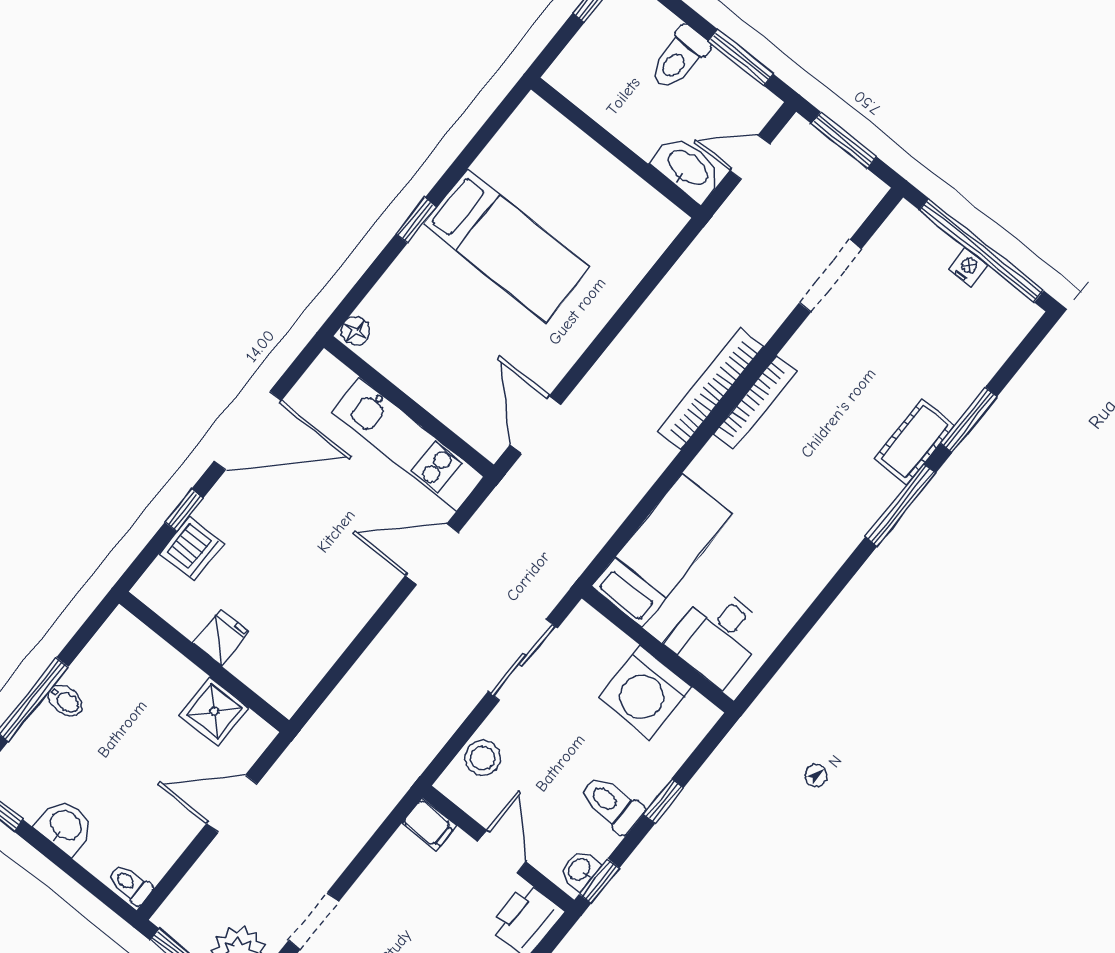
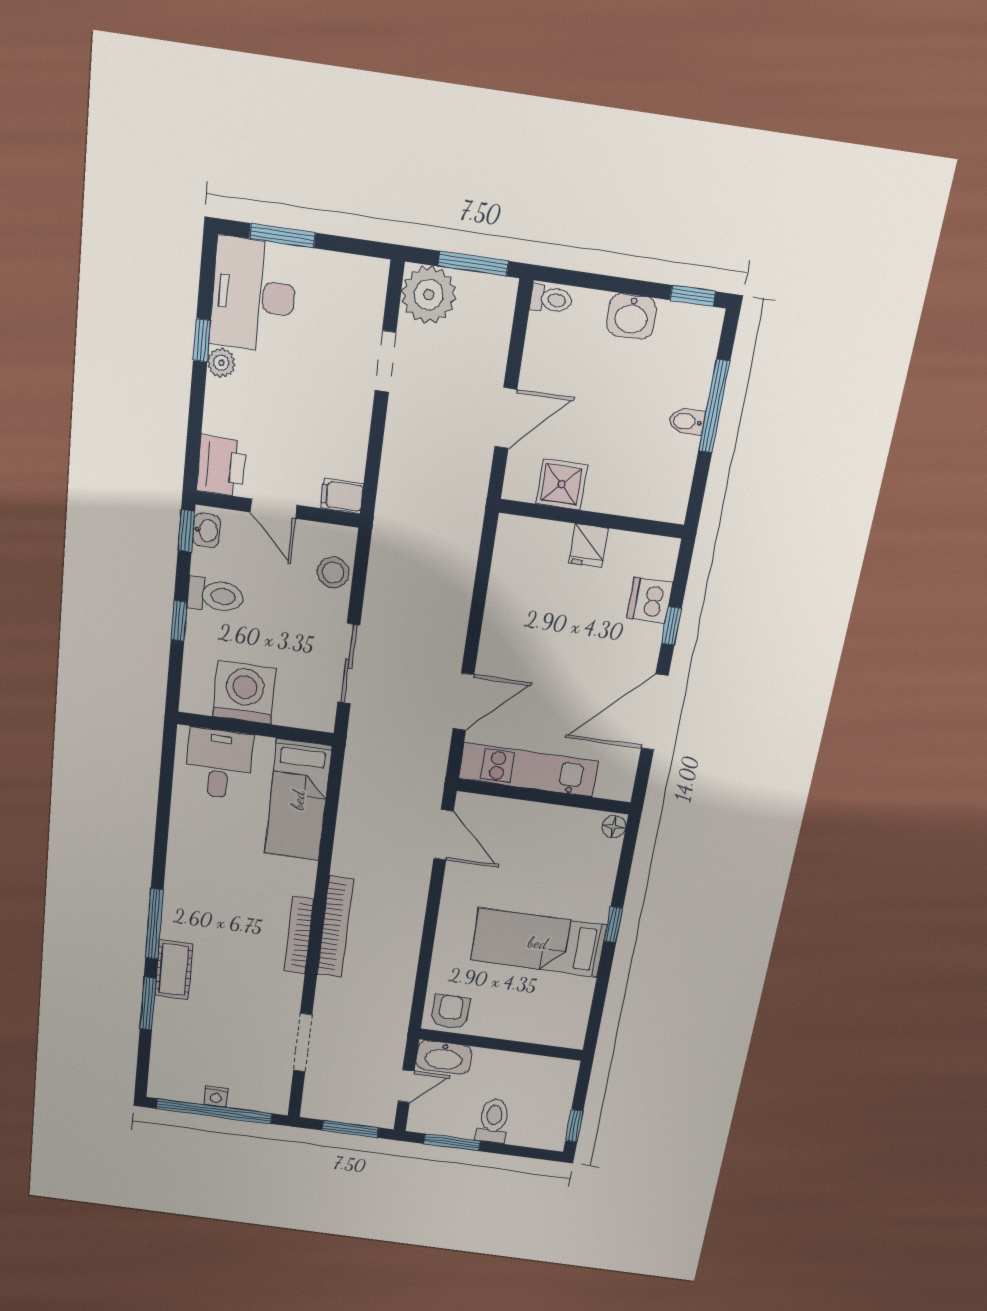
armchair: (648, 219) -> (450, 1012), added

